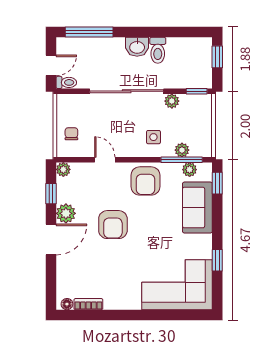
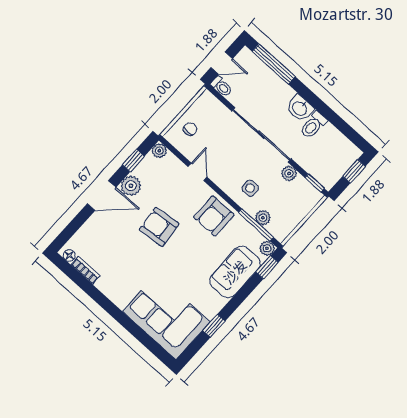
plant: (190, 170) -> (267, 248), moved
armchair: (113, 225) -> (159, 227), turned 84

